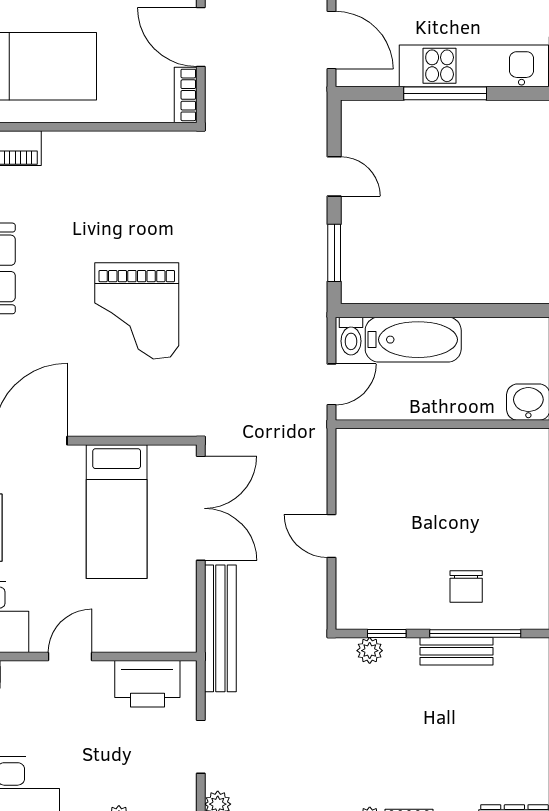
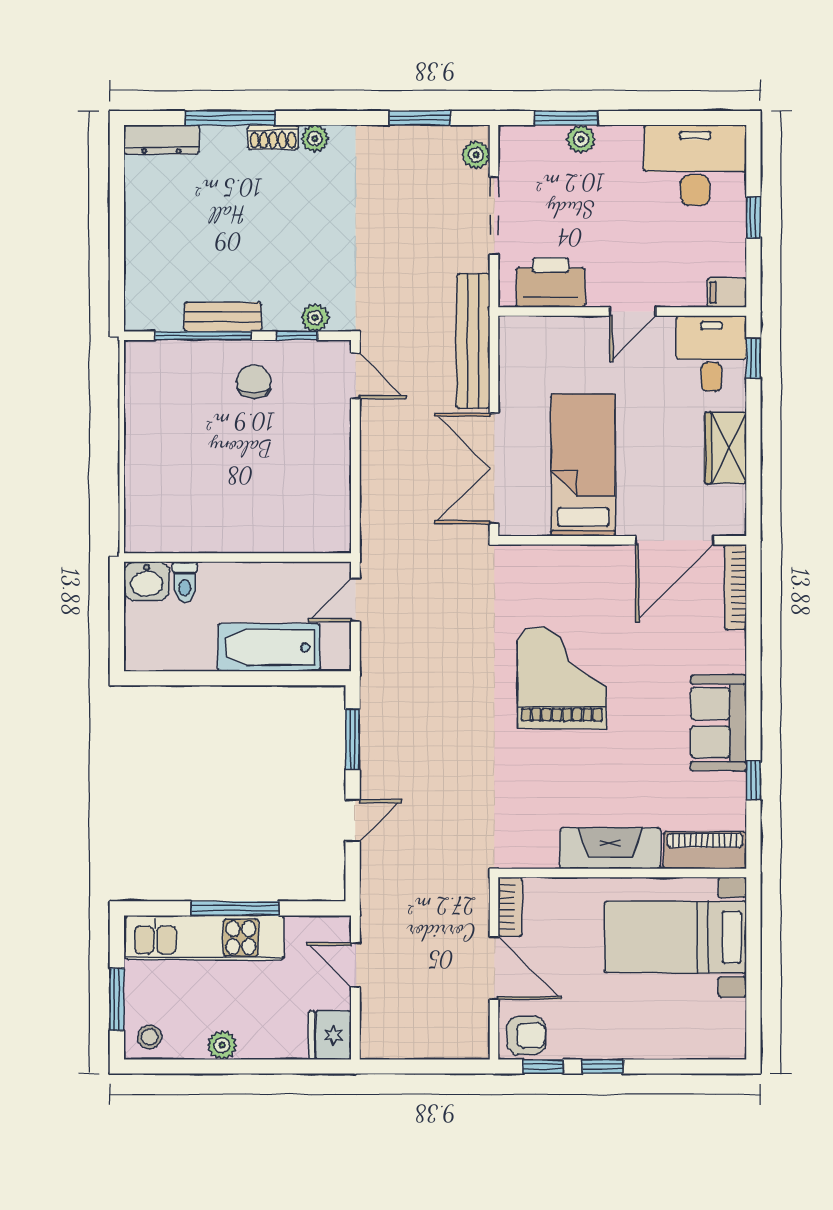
door: (331, 40) -> (355, 965), width x0.73
fireplace: (91, 150) -> (610, 848), added
door: (334, 176) -> (353, 820), swing flipped
toilet: (351, 336) -> (185, 582), moved, turned 180
door: (331, 536) -> (355, 376), moved
chair: (466, 587) -> (254, 382), moved
doorway: (201, 747) -> (494, 216), width x1.38

